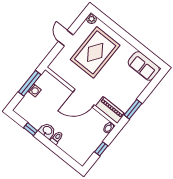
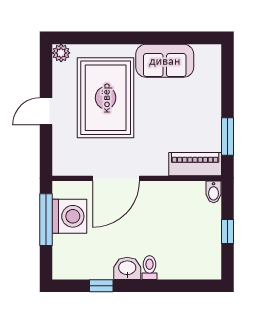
door: (66, 38) -> (46, 111), hinge flipped
sofa: (144, 66) -> (165, 61), moved
washing machine: (34, 90) -> (69, 216), width x1.89, depth x1.89
door: (84, 98) -> (116, 178), moved

